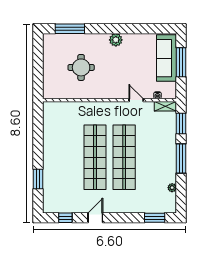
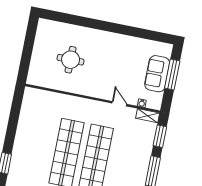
window: (70, 29) -> (67, 18), removed
plant: (116, 40) -> (111, 39), removed
sofa: (167, 58) -> (157, 74), width x0.73

